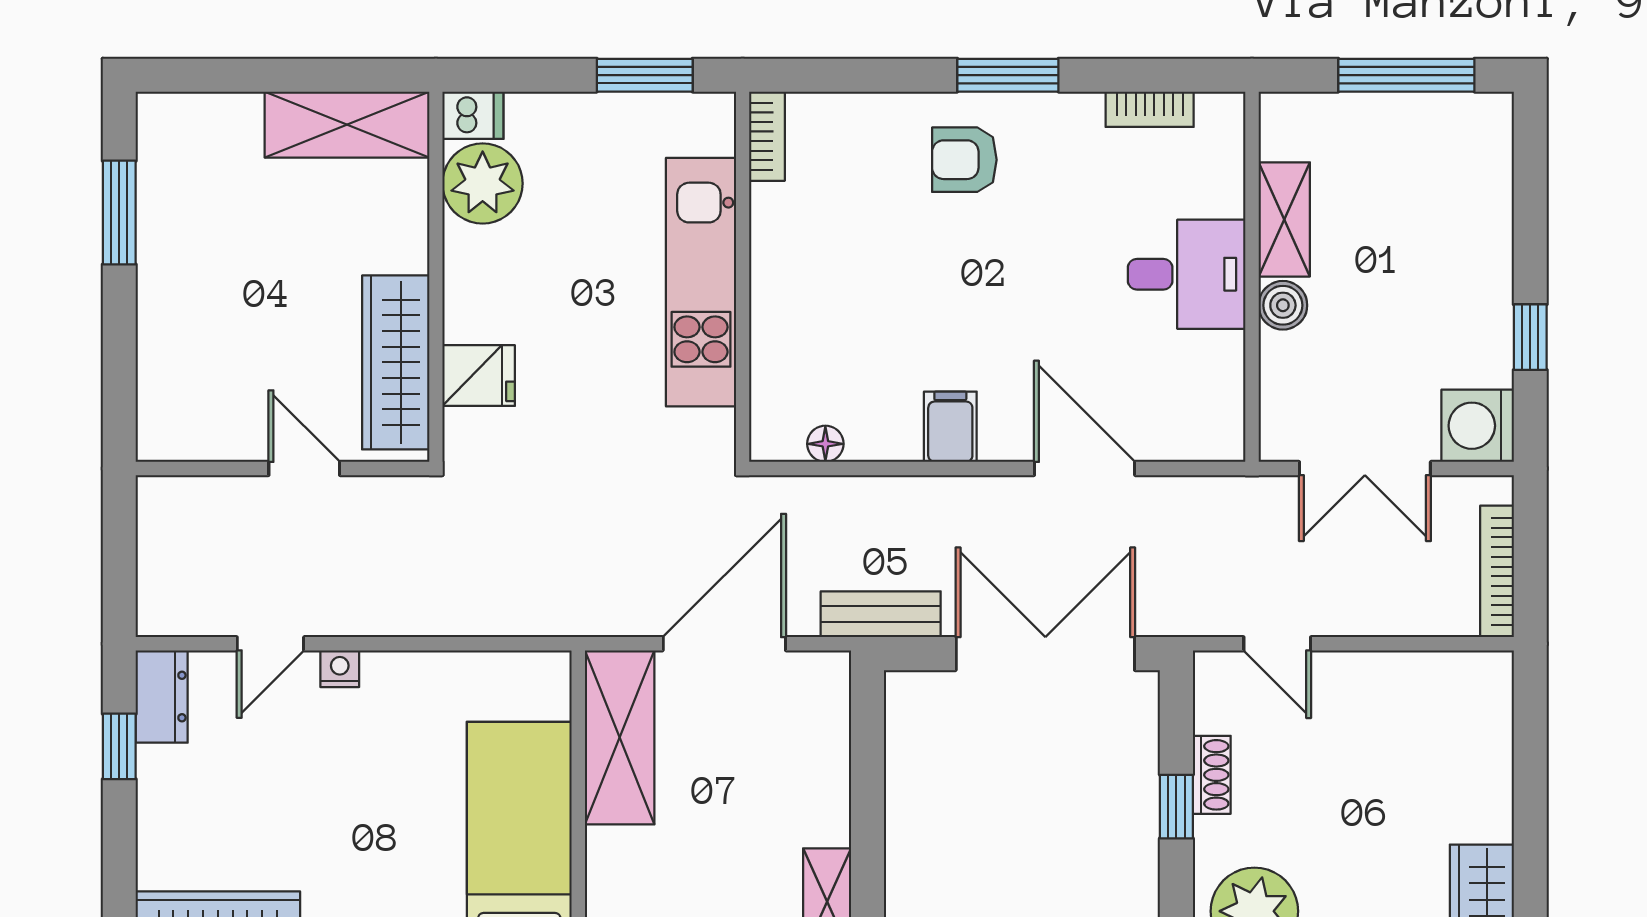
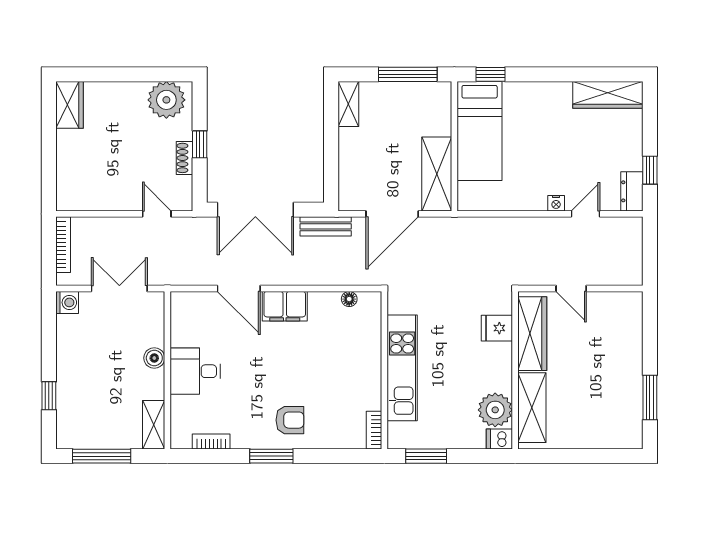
shelving: (347, 125) -> (532, 408), moved, turned 90
shelving: (1284, 219) -> (154, 425), moved
window: (1530, 337) -> (49, 396), moved
washing machine: (1478, 426) -> (67, 302), width x0.73, depth x0.73
filing cabinet: (950, 427) -> (285, 306), width x2.00

